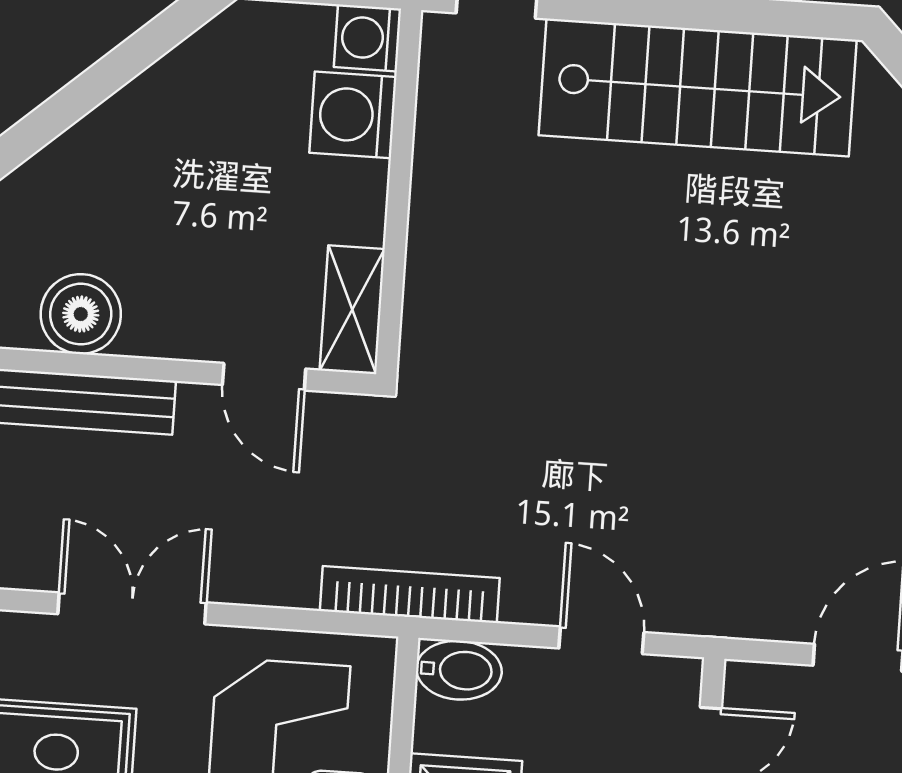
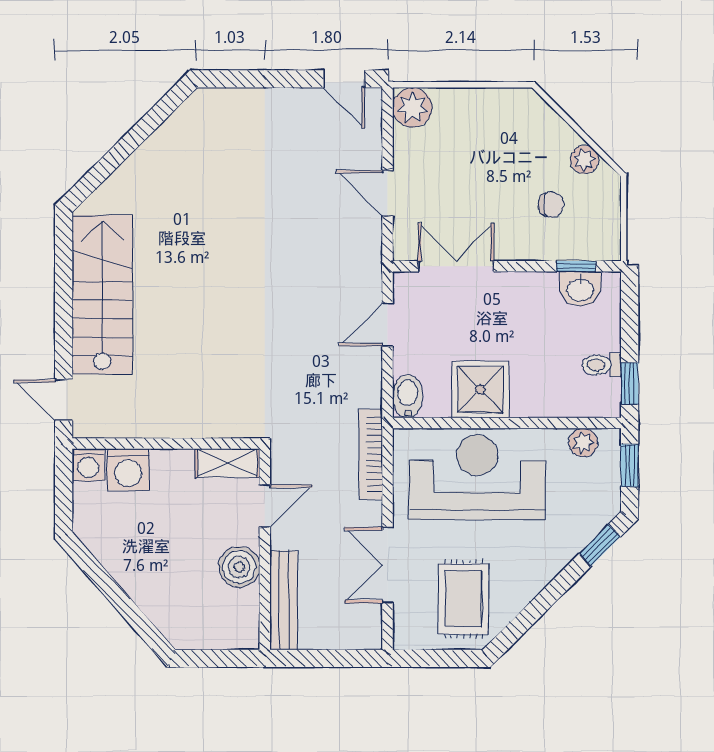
boiler: (81, 314) -> (239, 567), moved
bookcase: (410, 594) -> (371, 454), moved

